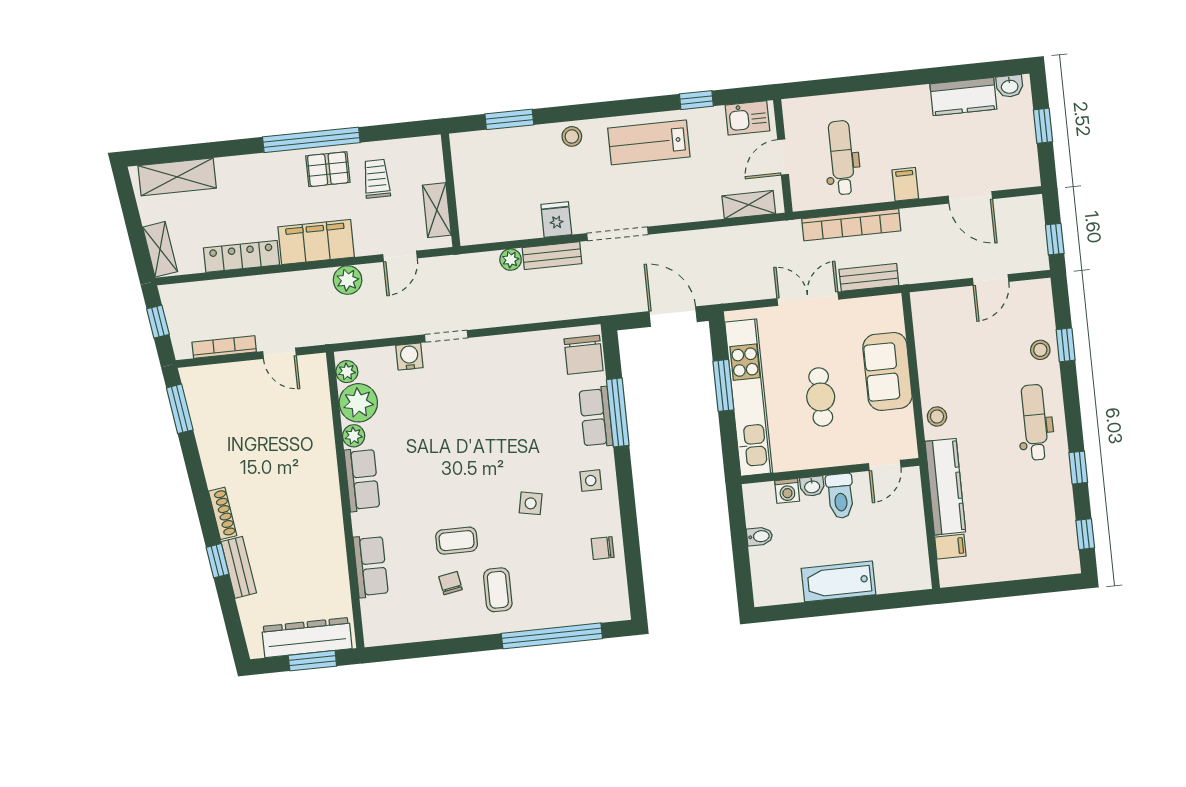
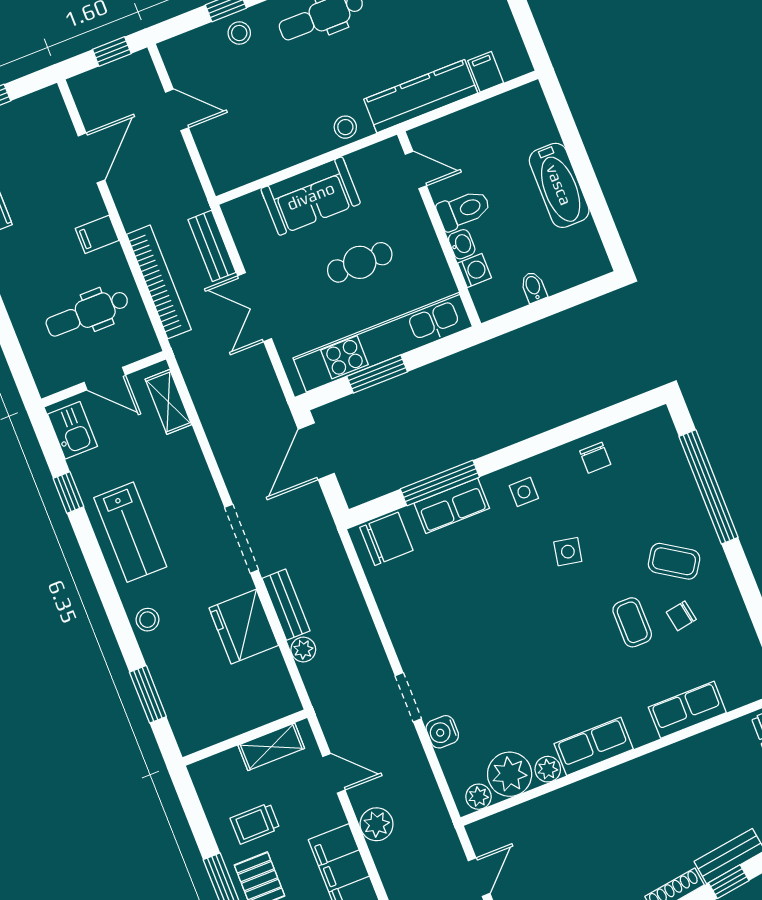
fridge: (556, 220) -> (244, 627), width x1.88, depth x1.34
coffee table: (498, 590) -> (674, 561), turned 33

